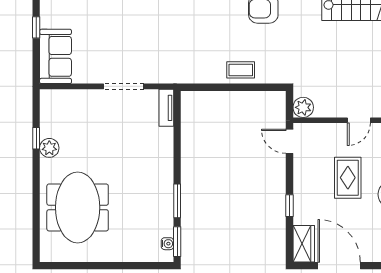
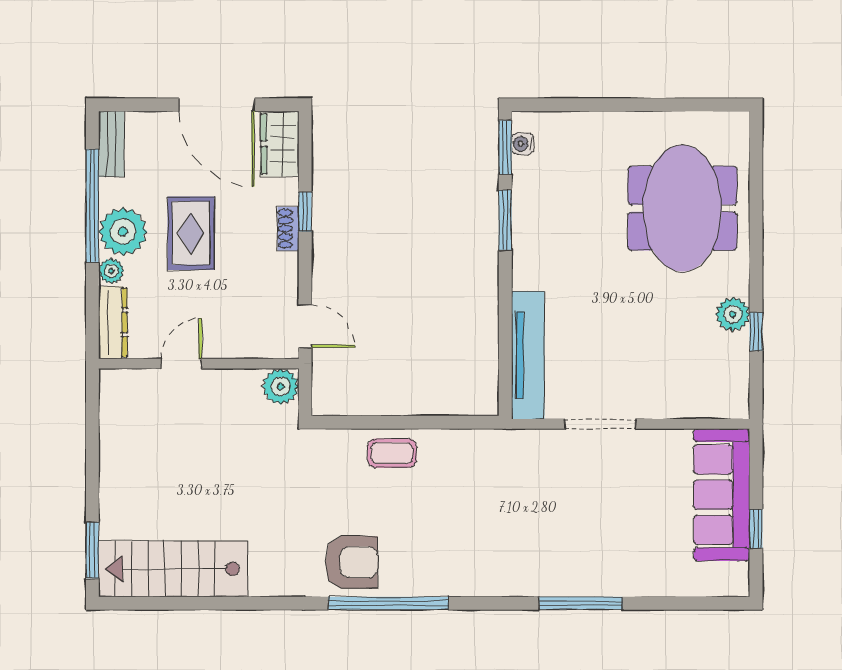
sofa: (56, 56) -> (722, 495), width x1.36
tv unit: (166, 108) -> (528, 355), width x1.92, depth x1.29
rug: (348, 178) -> (191, 233), moved
shoe rack: (299, 196) -> (288, 229), added

